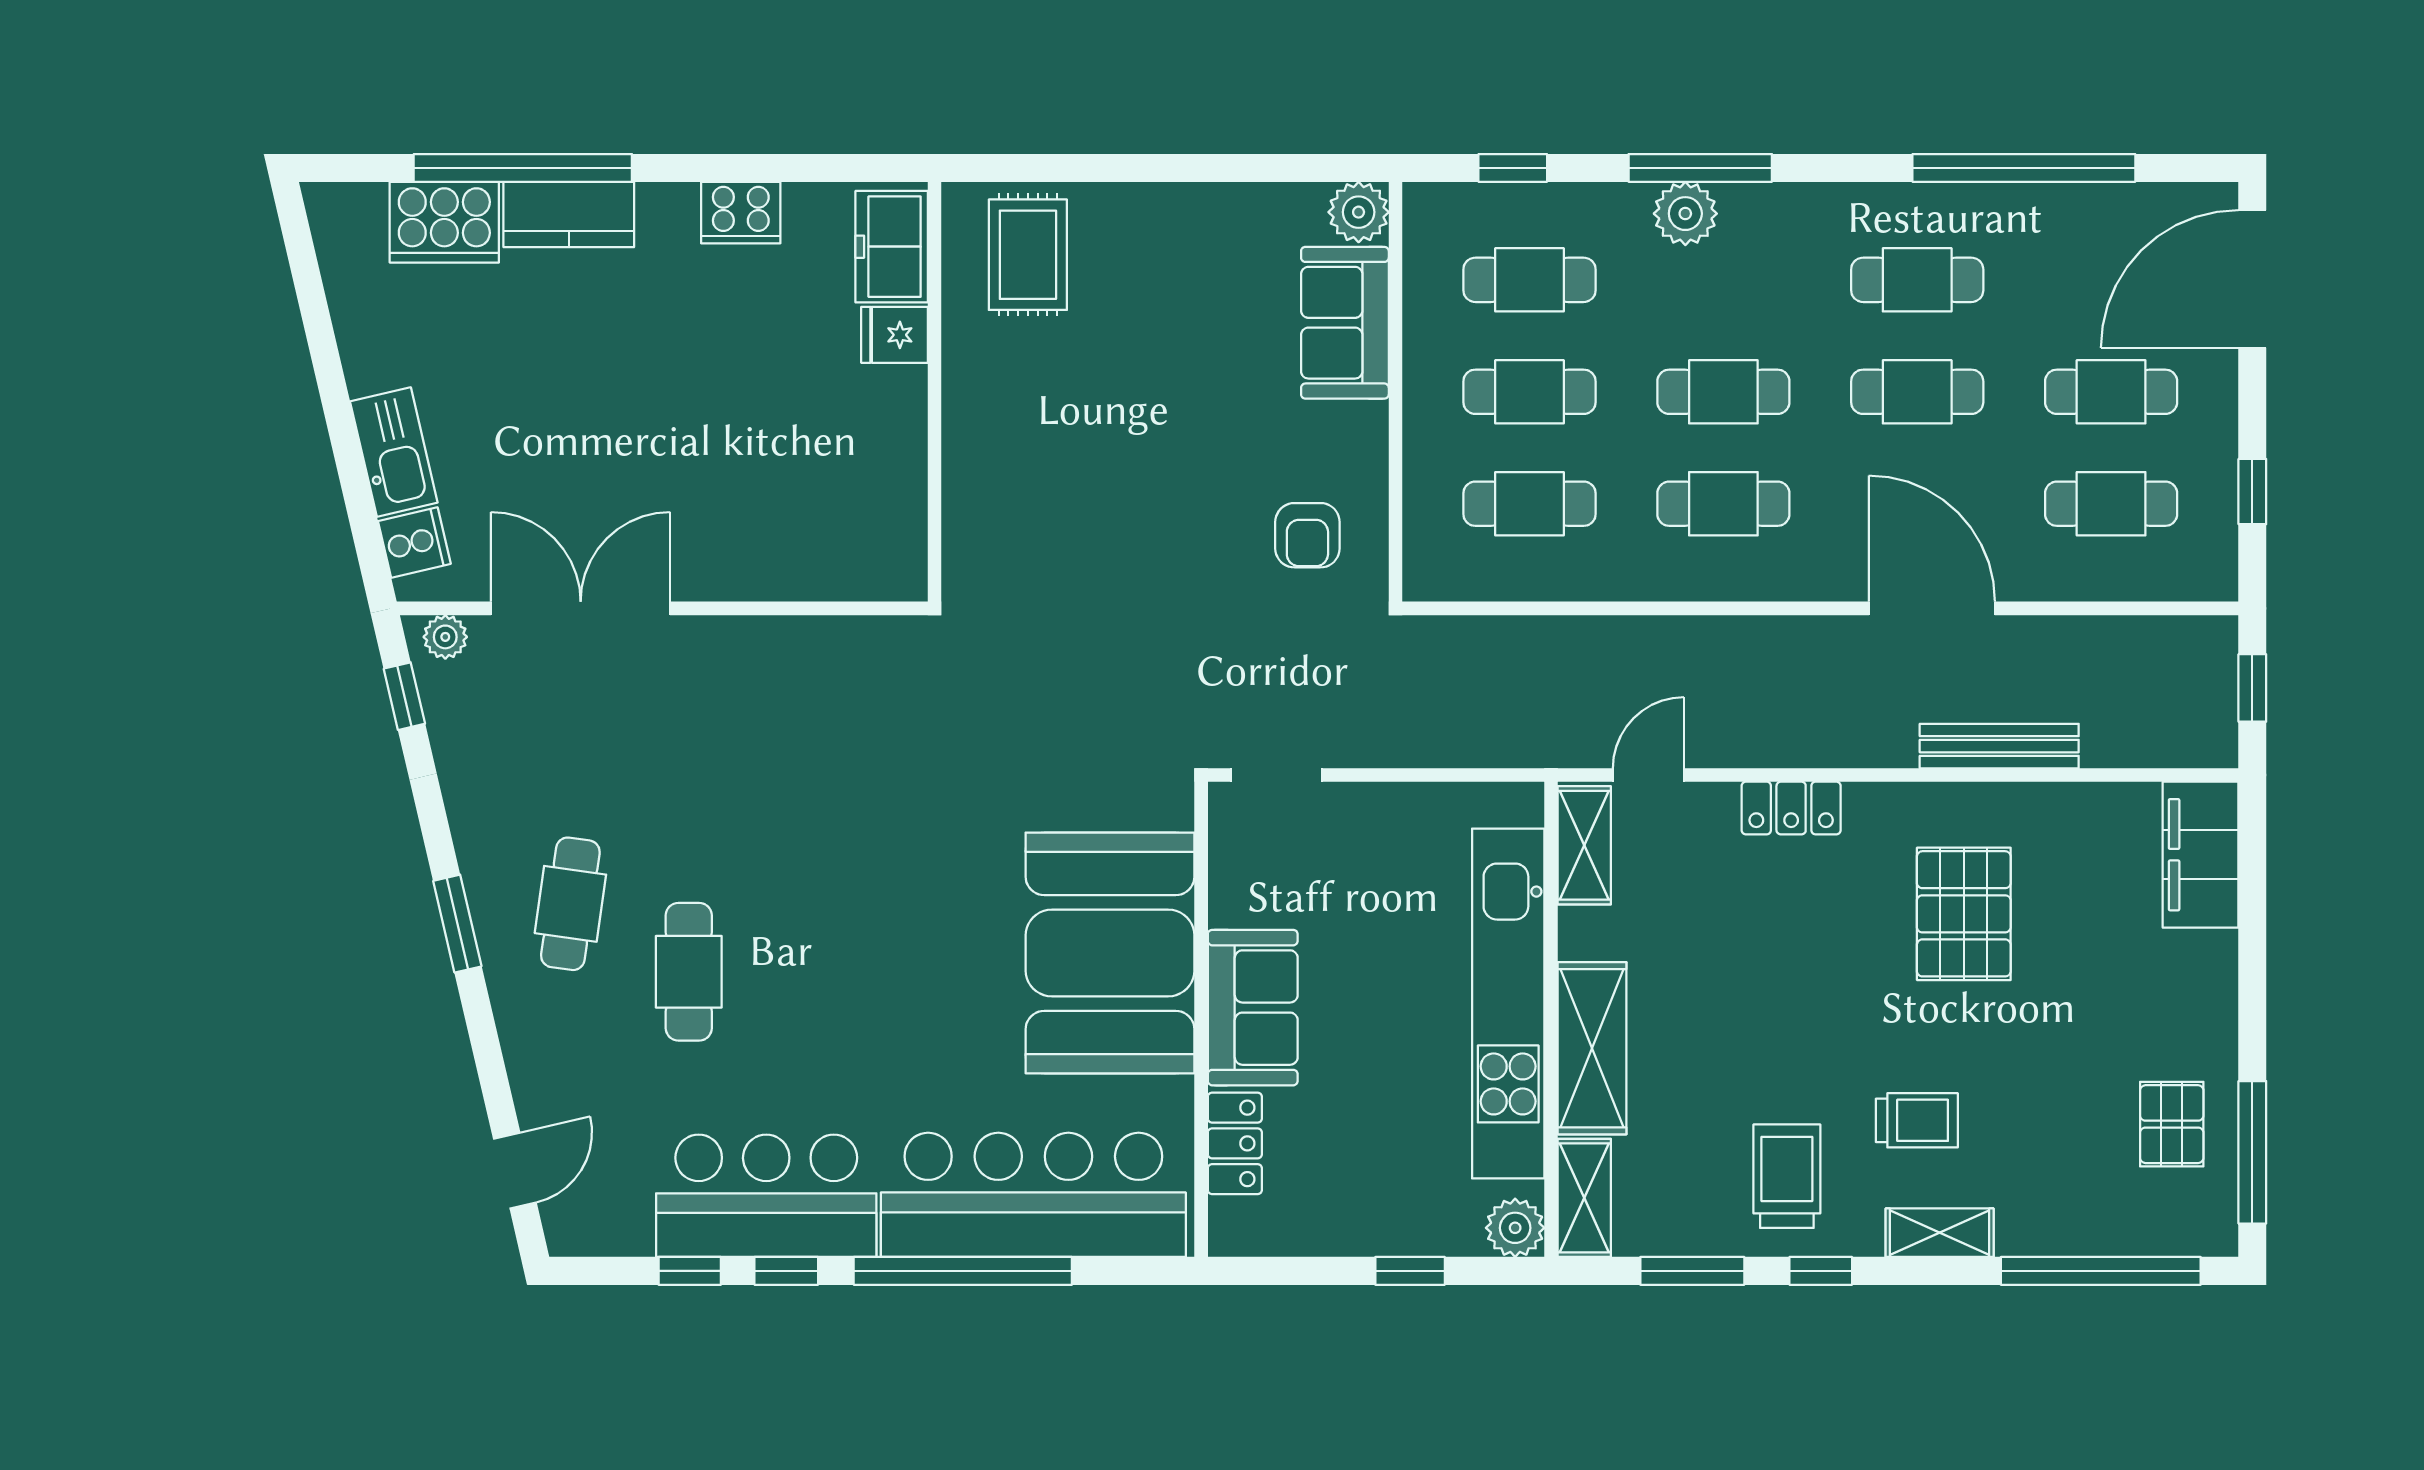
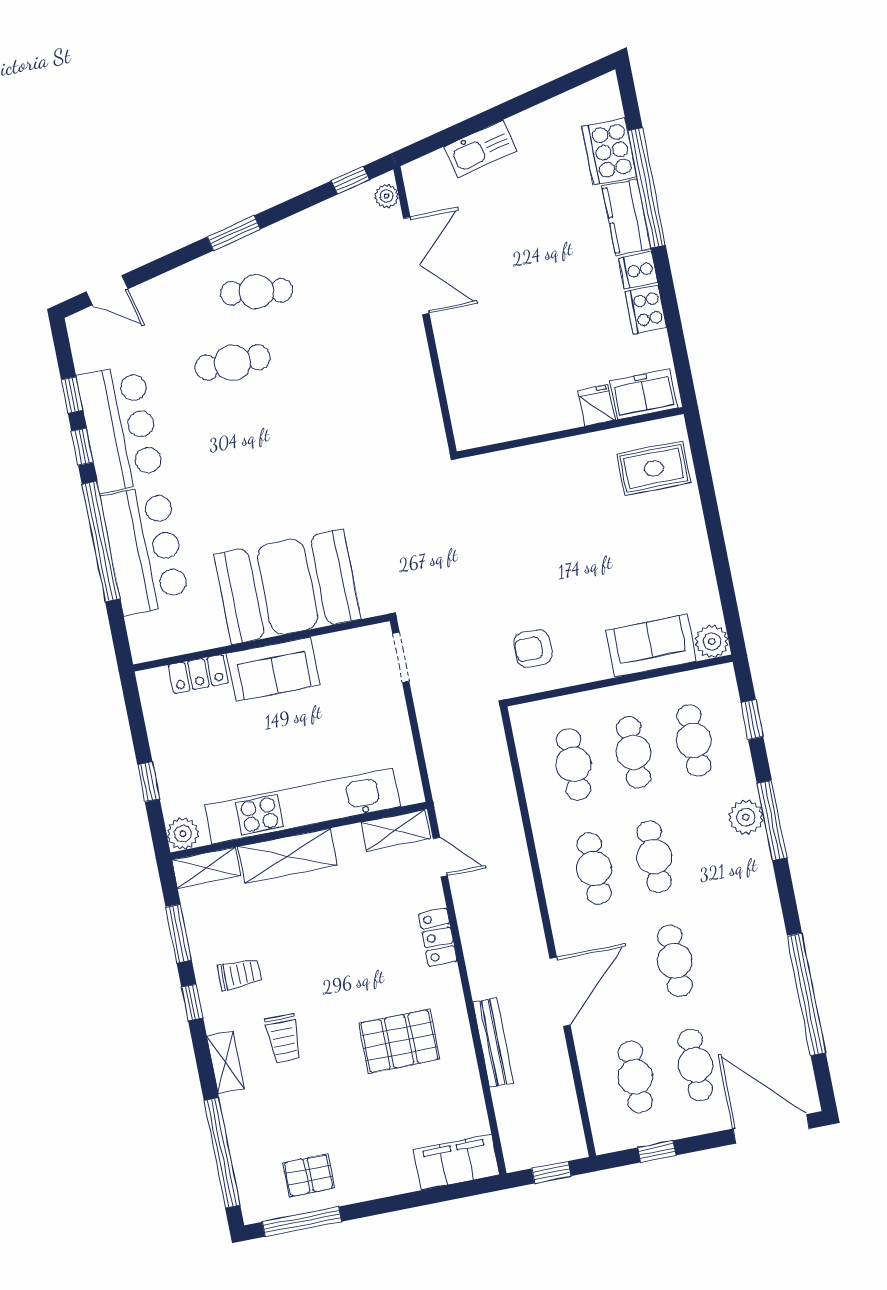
cafe table: (1917, 280) -> (735, 949), removed
cooker: (414, 542) -> (638, 270), moved, turned 103
trolley: (1787, 1176) -> (240, 974), width x0.73, depth x0.72
bar counter: (1033, 1195) -> (145, 549), width x0.73

